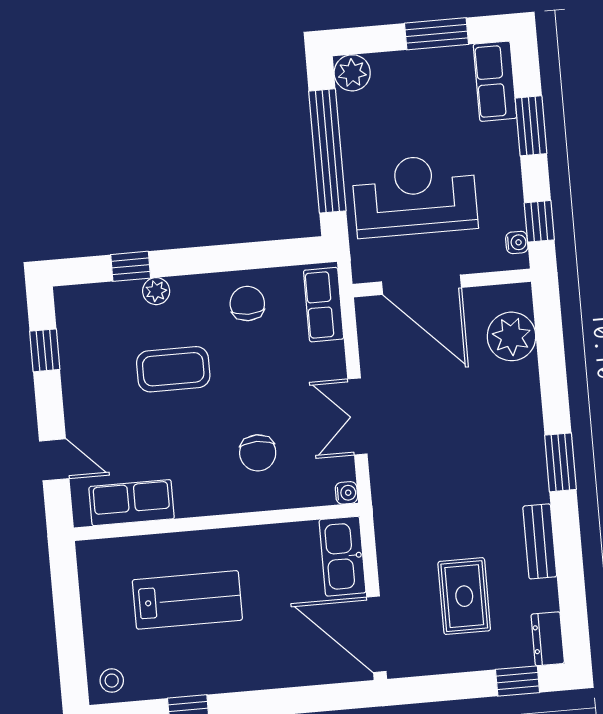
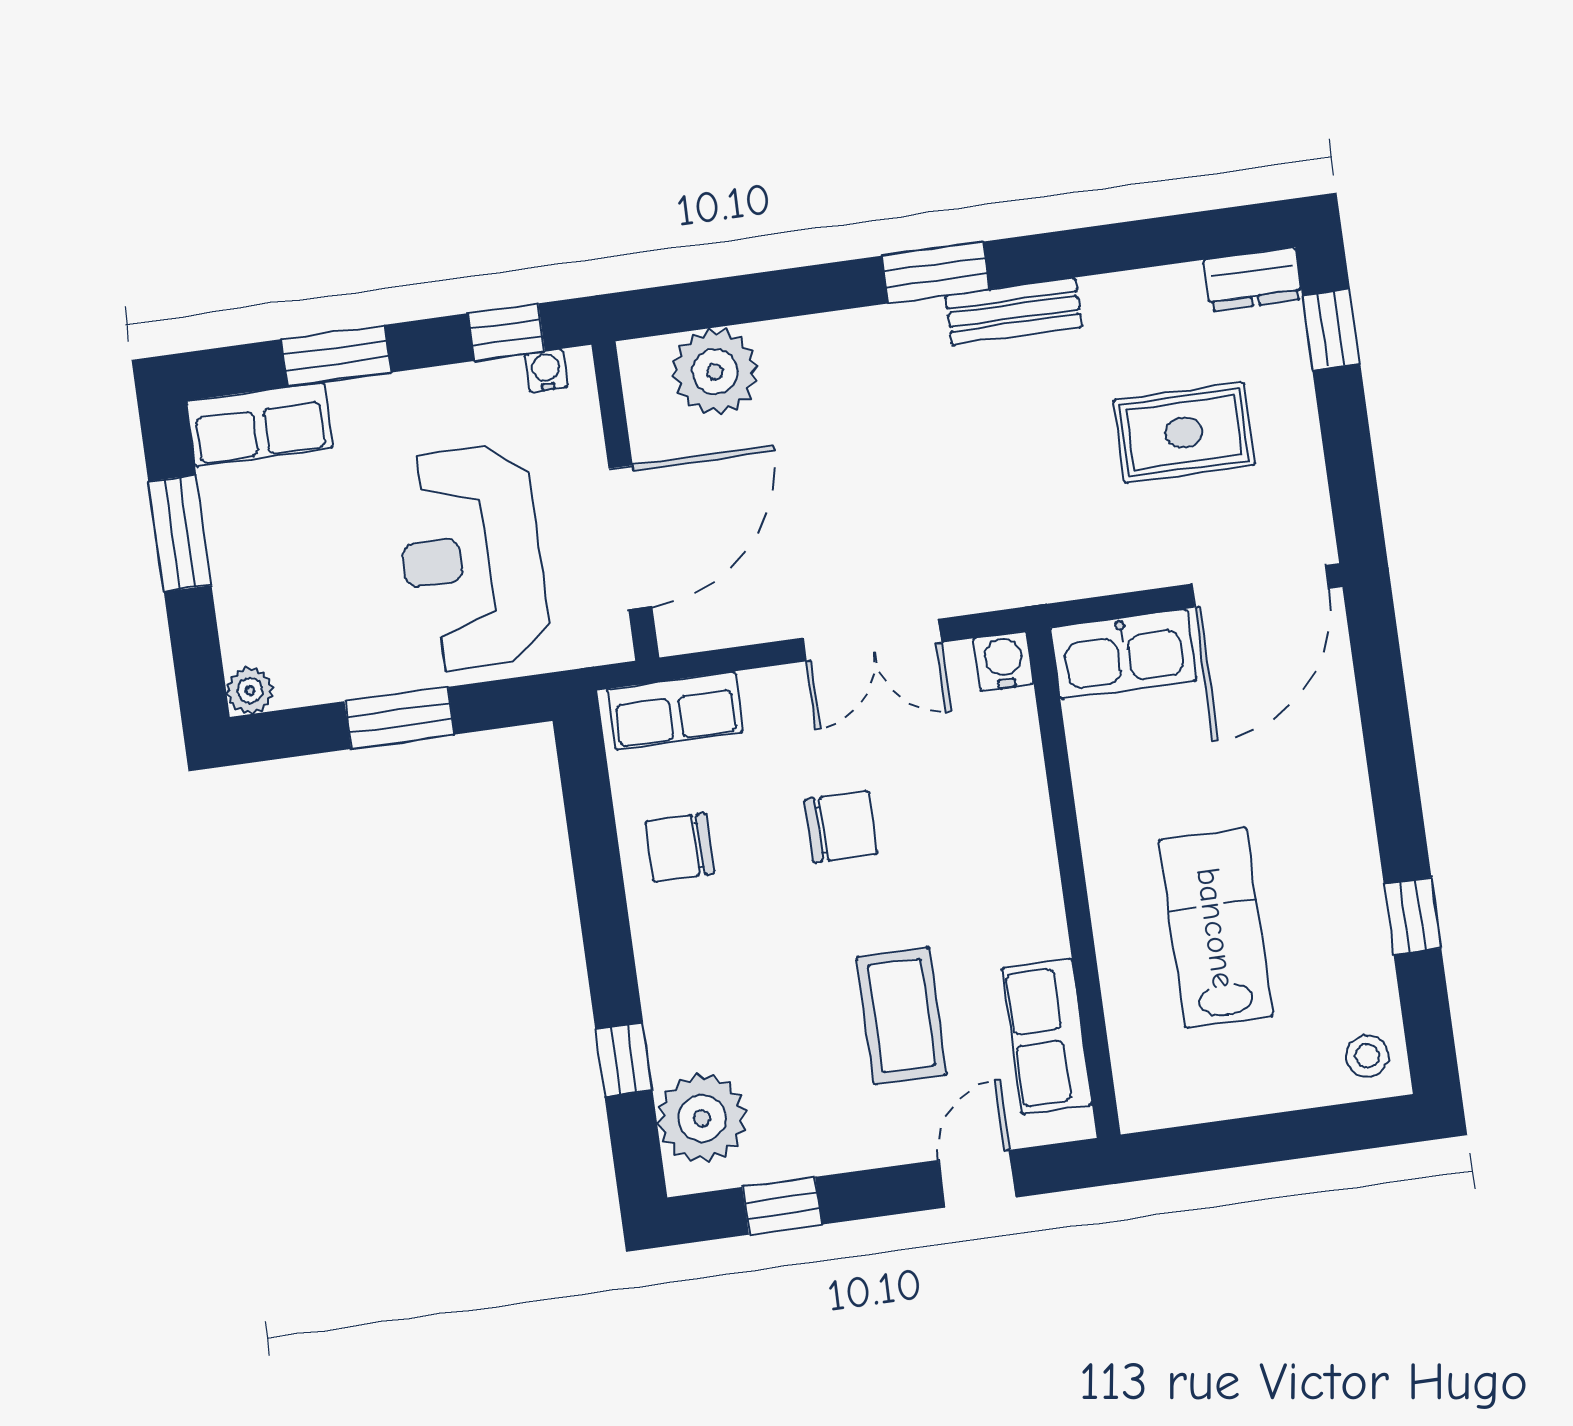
plant: (352, 73) -> (250, 691), width x0.73, depth x0.73
window: (327, 151) -> (400, 718), width x0.47
plant: (156, 291) -> (702, 1118), moved, width x1.87, depth x1.87
coffee table: (173, 369) -> (902, 1016), moved
chair: (258, 453) -> (841, 827), moved
water cooler: (346, 493) -> (1003, 661), width x1.38, depth x1.38
bench: (540, 541) -> (1014, 311), moved

